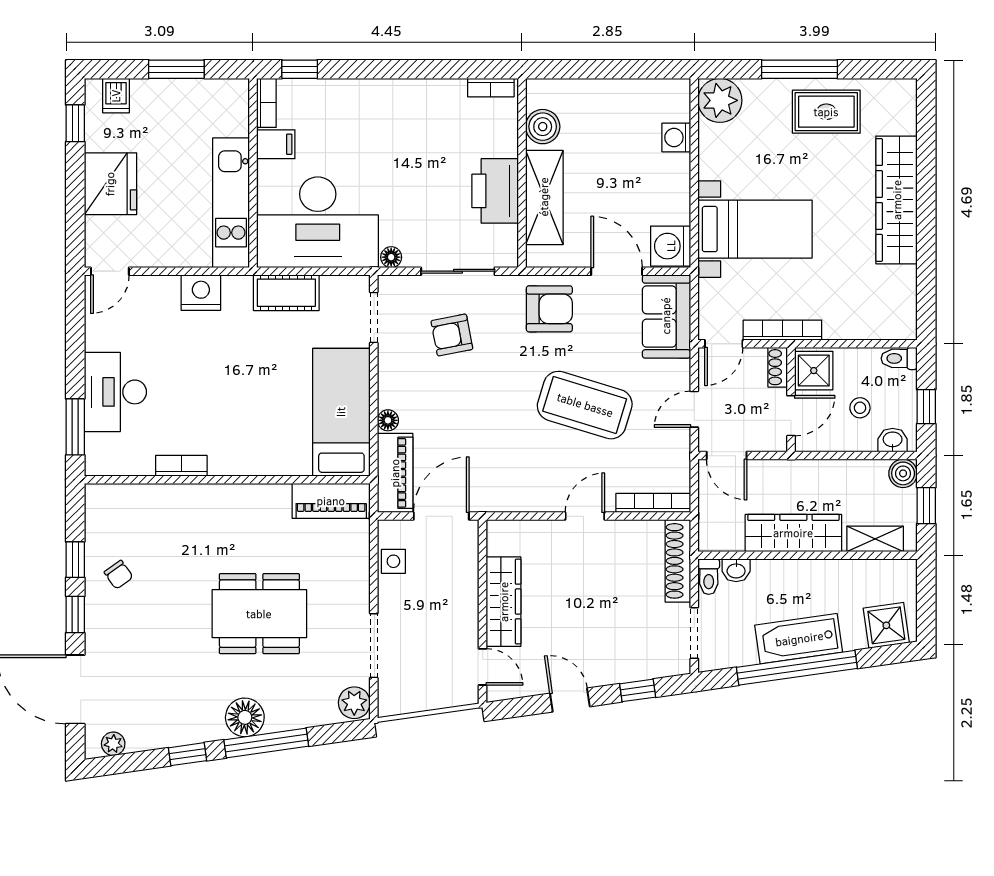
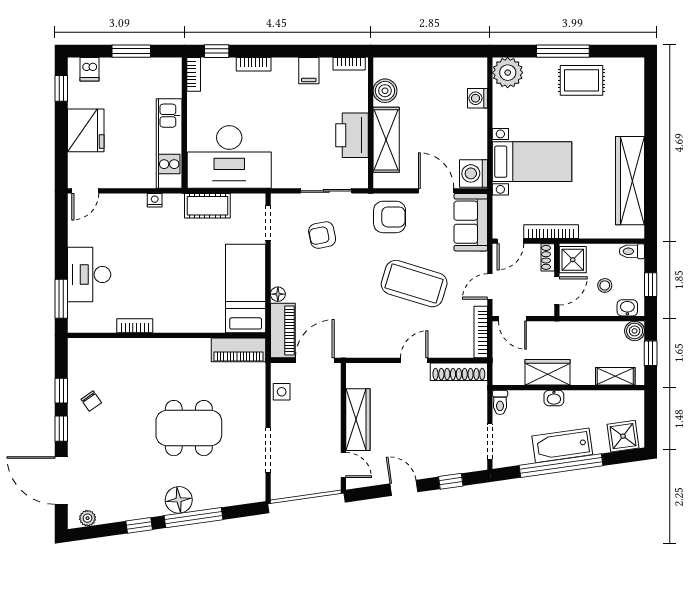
bookcase: (353, 88) -> (254, 64), added
filing cabinet: (276, 144) -> (309, 71), moved, turned 90
wardrobe: (897, 200) -> (630, 181), moved
floor lamp: (391, 257) -> (280, 181), removed
nightstand: (201, 293) -> (155, 200), width x0.53, depth x0.56
bookcase: (653, 503) -> (481, 332), moved, turned -90
wardrobe: (793, 533) -> (547, 372), width x0.67
shoe rack: (678, 561) -> (459, 372), moved, turned -90
washbasin: (736, 570) -> (554, 398), moved
plant: (354, 703) -> (254, 490), removed

